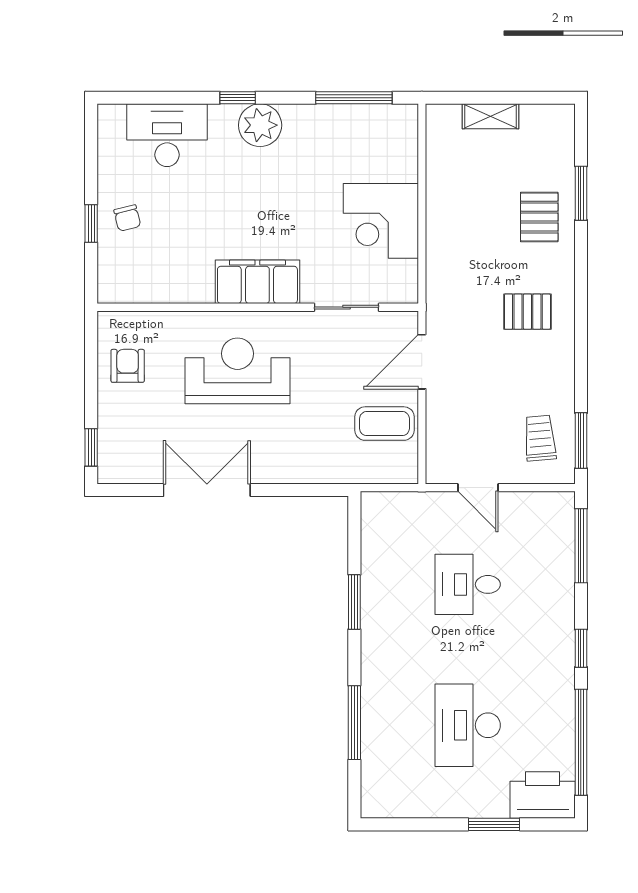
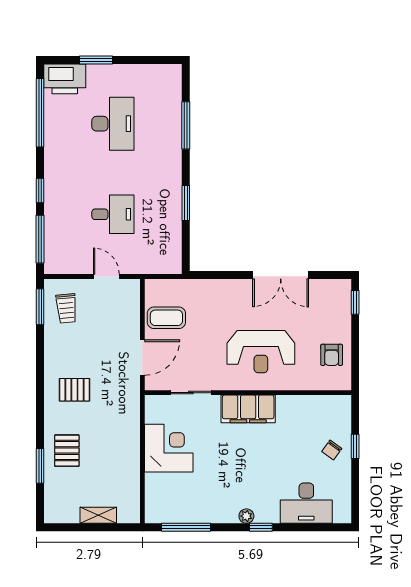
plant: (260, 125) -> (246, 516), width x0.53, depth x0.53
chair: (127, 218) -> (332, 450), turned -130
window: (581, 648) -> (40, 191), moved

